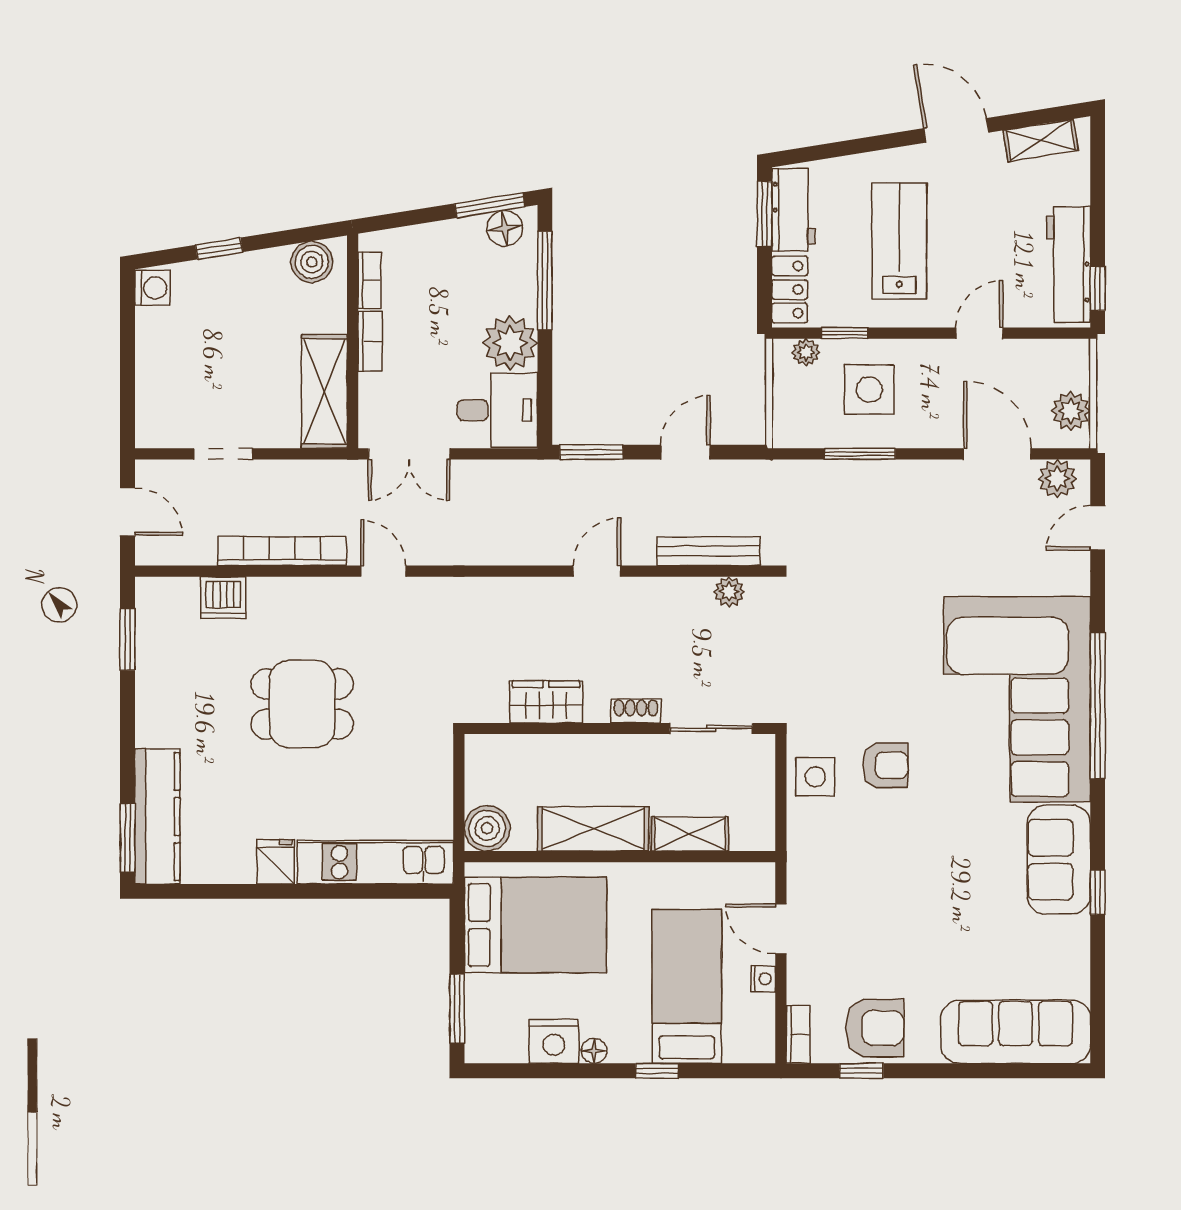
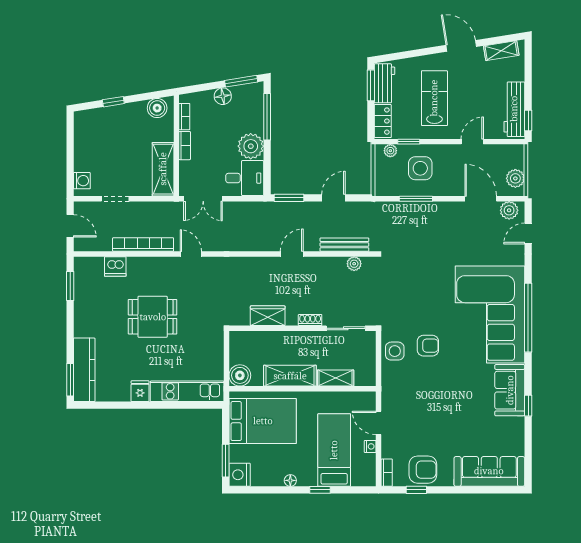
floor lamp: (505, 228) -> (223, 96), moved
washing machine: (152, 288) -> (82, 181), moved
nightstand: (554, 1041) -> (240, 475), moved, turned 90

